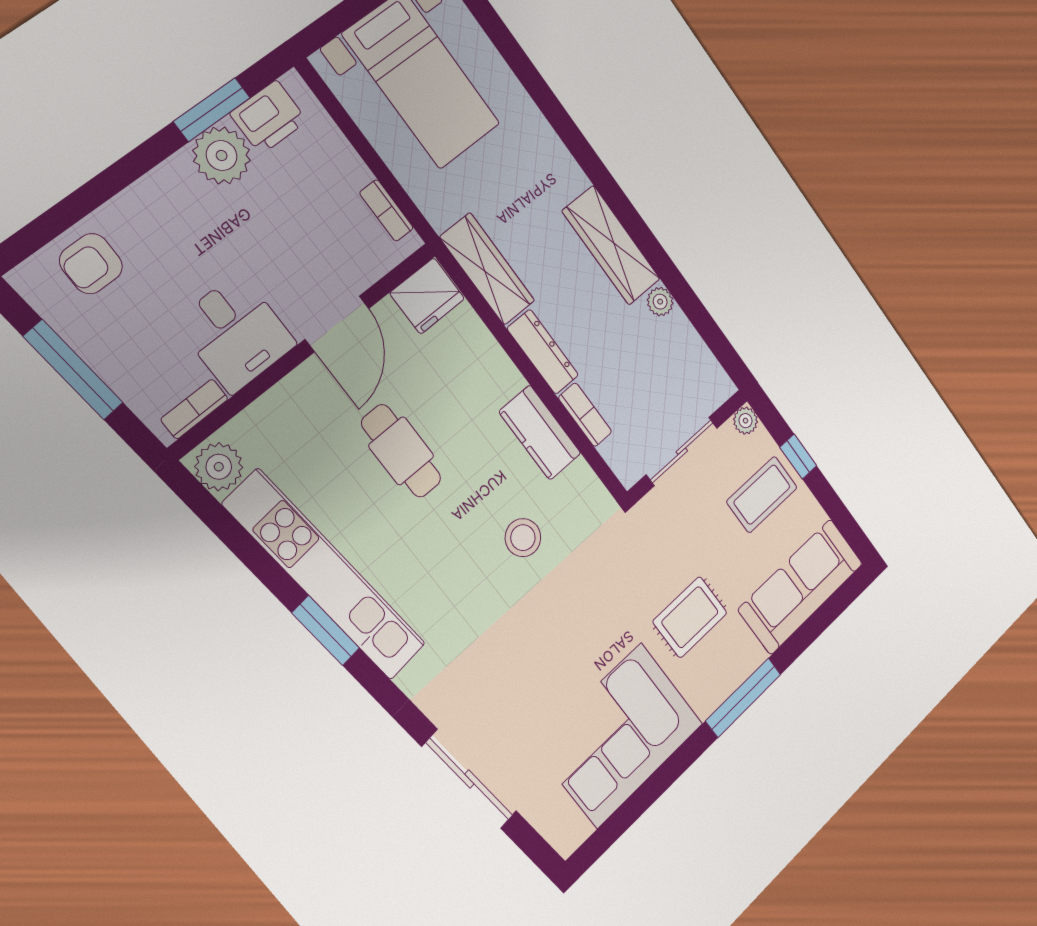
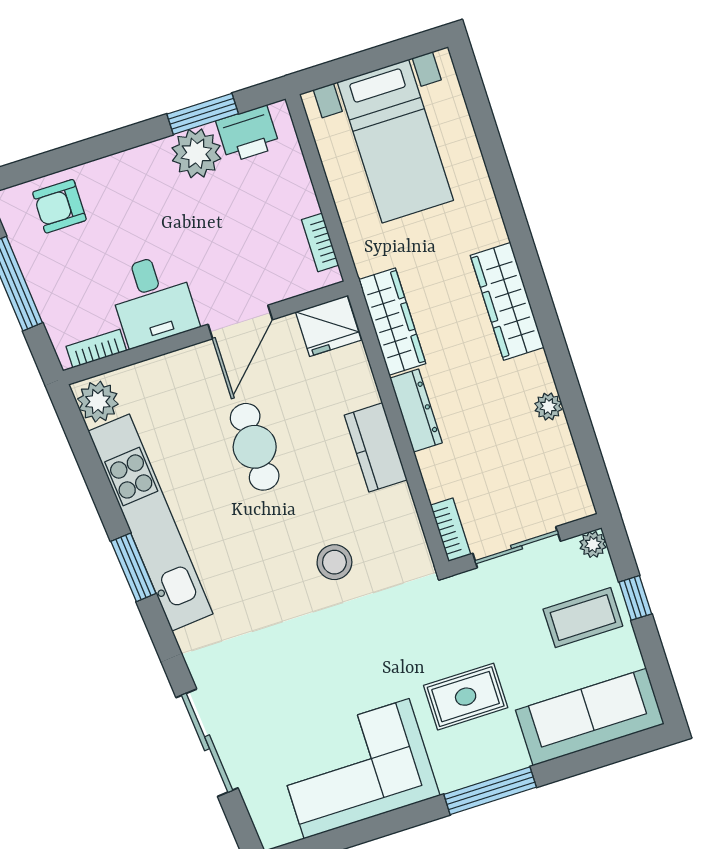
wardrobe: (611, 245) -> (507, 301), moved
bookcase: (585, 415) -> (451, 530), moved
kitchen counter: (540, 433) -> (376, 447), moved

